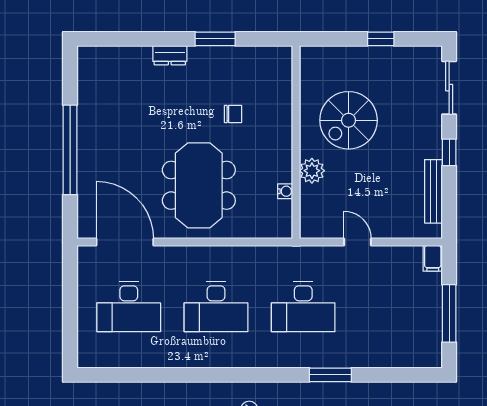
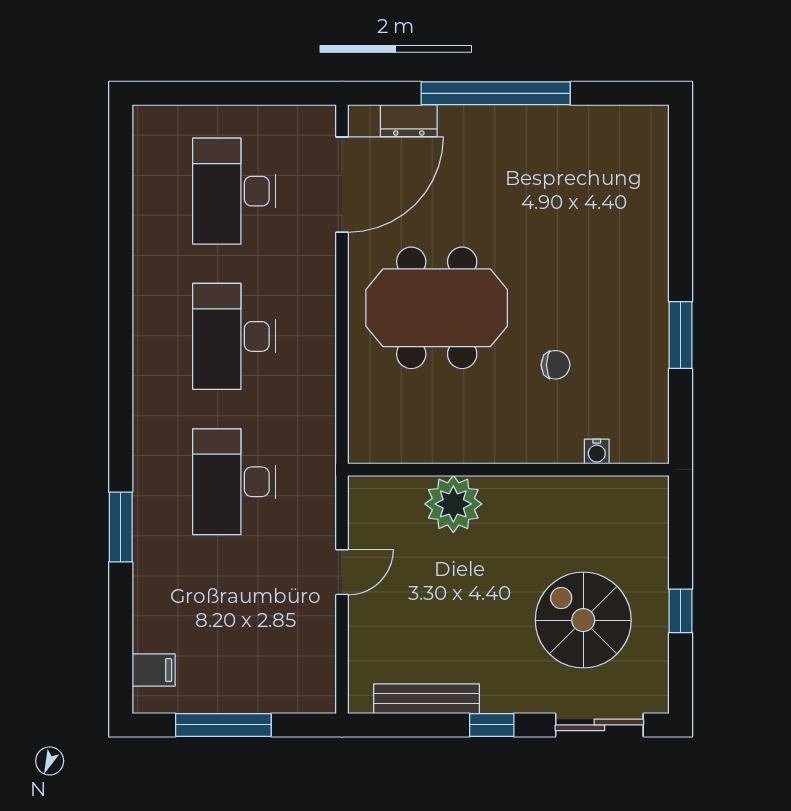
dresser: (170, 55) -> (409, 121), moved, turned -90
chair: (233, 114) -> (555, 365), turned -90
spiral stairs: (349, 120) -> (583, 620), moved
plant: (312, 171) -> (453, 504), width x1.36, depth x1.36
water cooler: (285, 191) -> (597, 452), moved
filing cabinet: (433, 258) -> (154, 670), moved, turned 180

